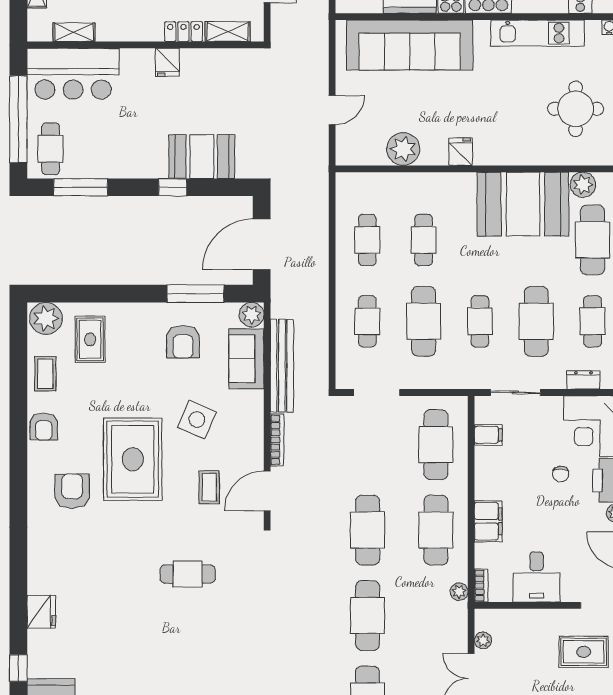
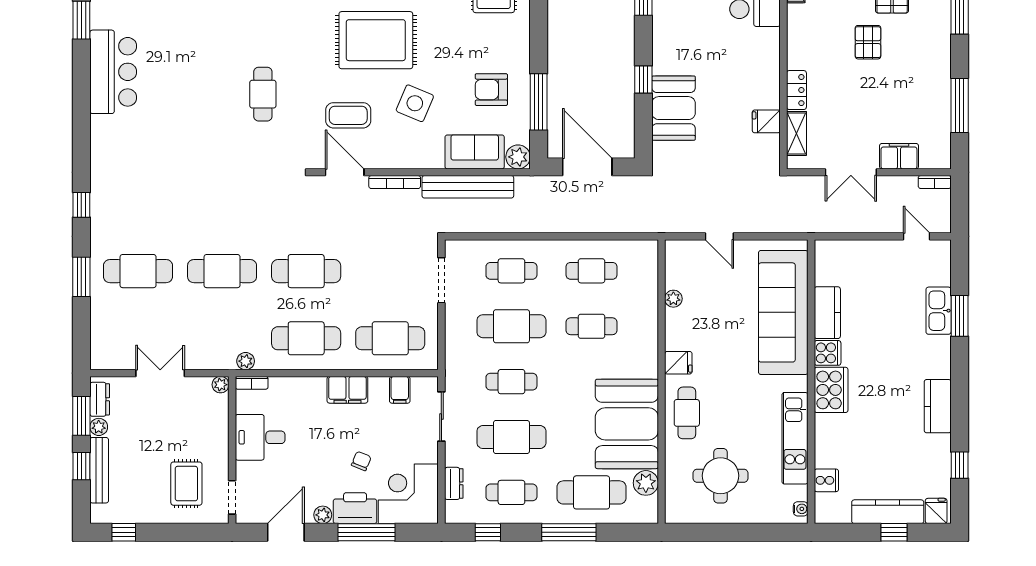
fridge: (167, 62) -> (766, 121), moved
cafe table: (512, 143) -> (687, 413), added
plant: (403, 149) -> (673, 299), width x0.53, depth x0.53
chair: (561, 474) -> (361, 461), turned 112
coffee table: (209, 487) -> (348, 115), width x1.36, depth x1.30
filing cabinet: (488, 521) -> (347, 390), moved
plant: (483, 640) -> (221, 385), moved

